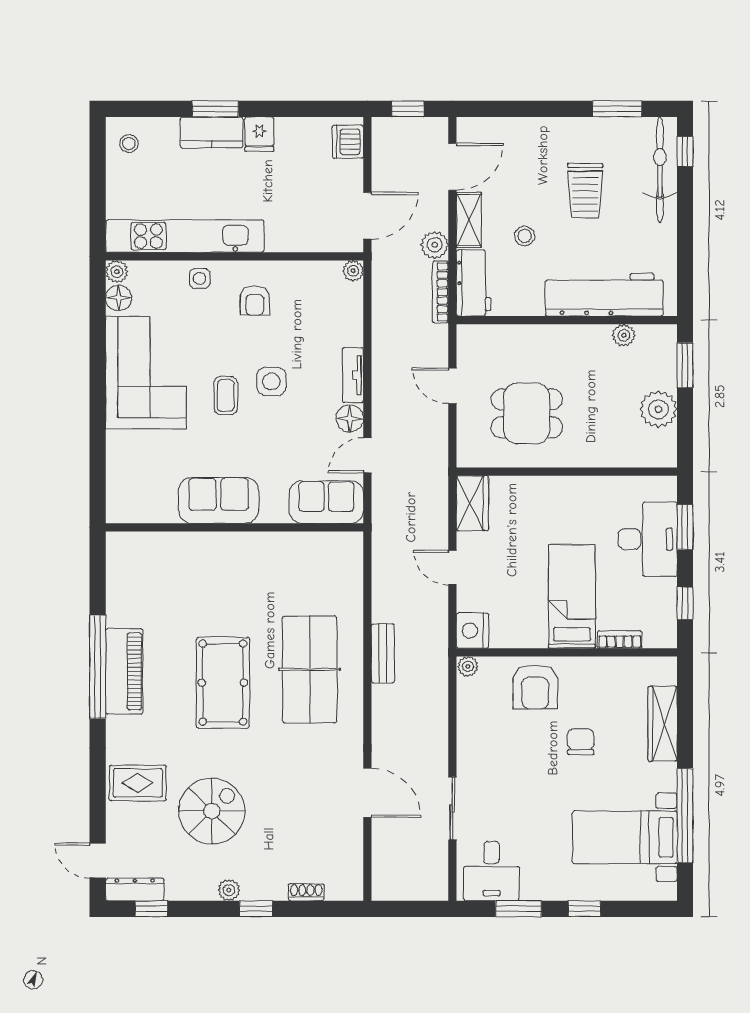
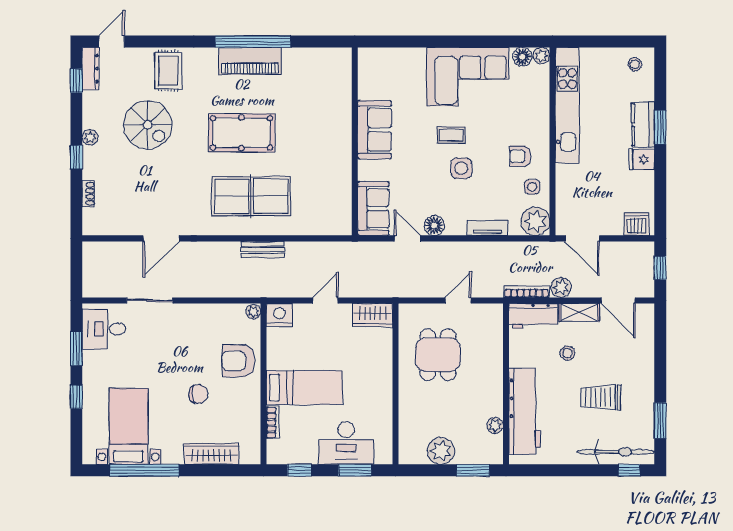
plant: (353, 271) -> (535, 221), width x1.88, depth x1.88
side table: (200, 278) -> (532, 187), moved
tv unit: (353, 375) -> (487, 228), moved

